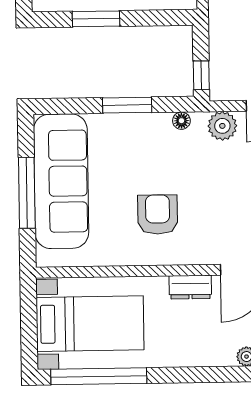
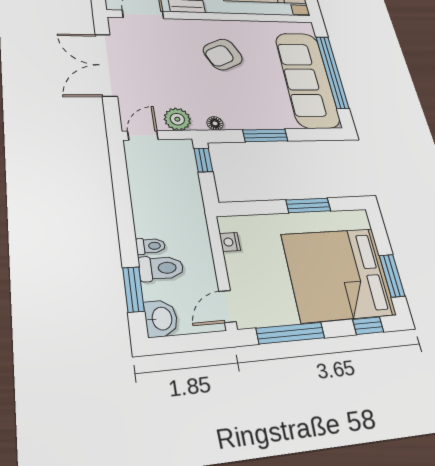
window: (27, 193) -> (332, 72), width x1.46
armchair: (158, 215) -> (223, 54), turned 65

